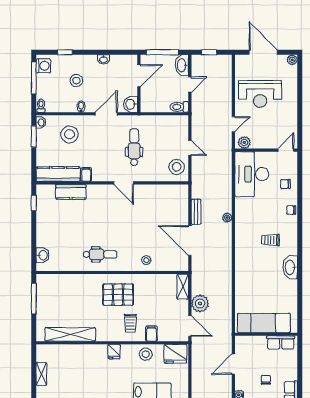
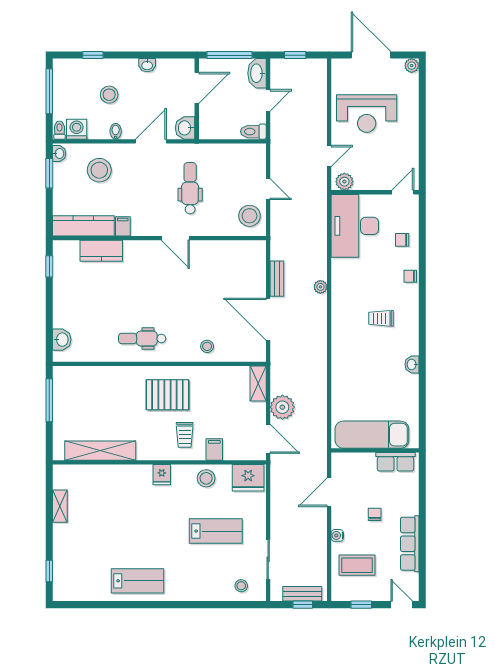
washing machine: (43, 66) -> (77, 129), moved, turned -90
dental chair: (100, 254) -> (142, 338), turned 180
washbasin: (290, 267) -> (412, 364), width x0.52, depth x0.69

